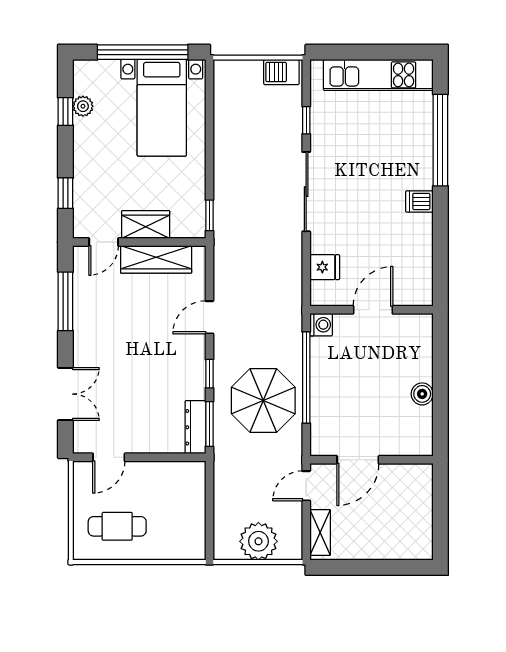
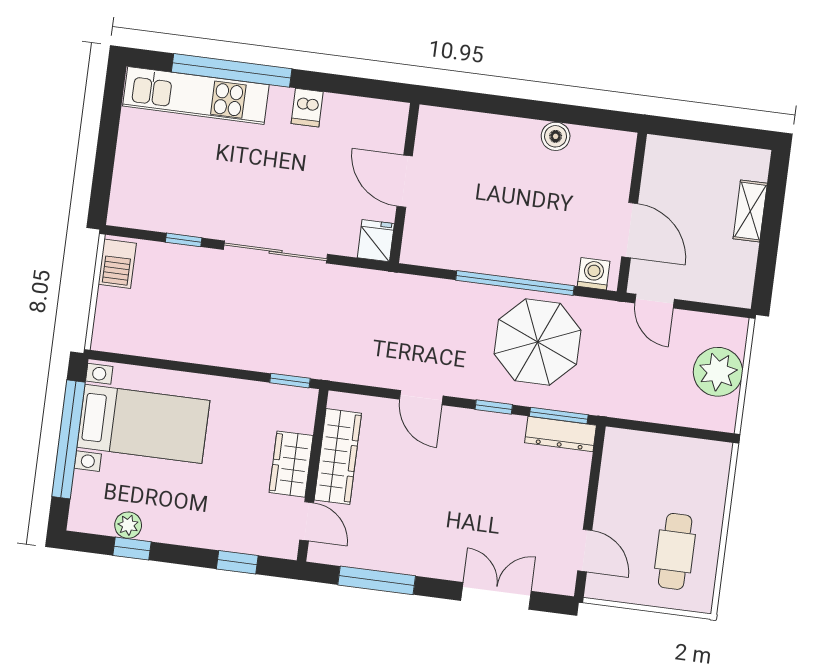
kitchen unit: (378, 75) -> (196, 95), moved, turned 90
wall: (371, 310) -> (404, 183), moved
door: (373, 310) -> (405, 181), moved
washing machine: (321, 325) -> (594, 274), moved
shelving: (320, 533) -> (750, 211), moved, turned 90

